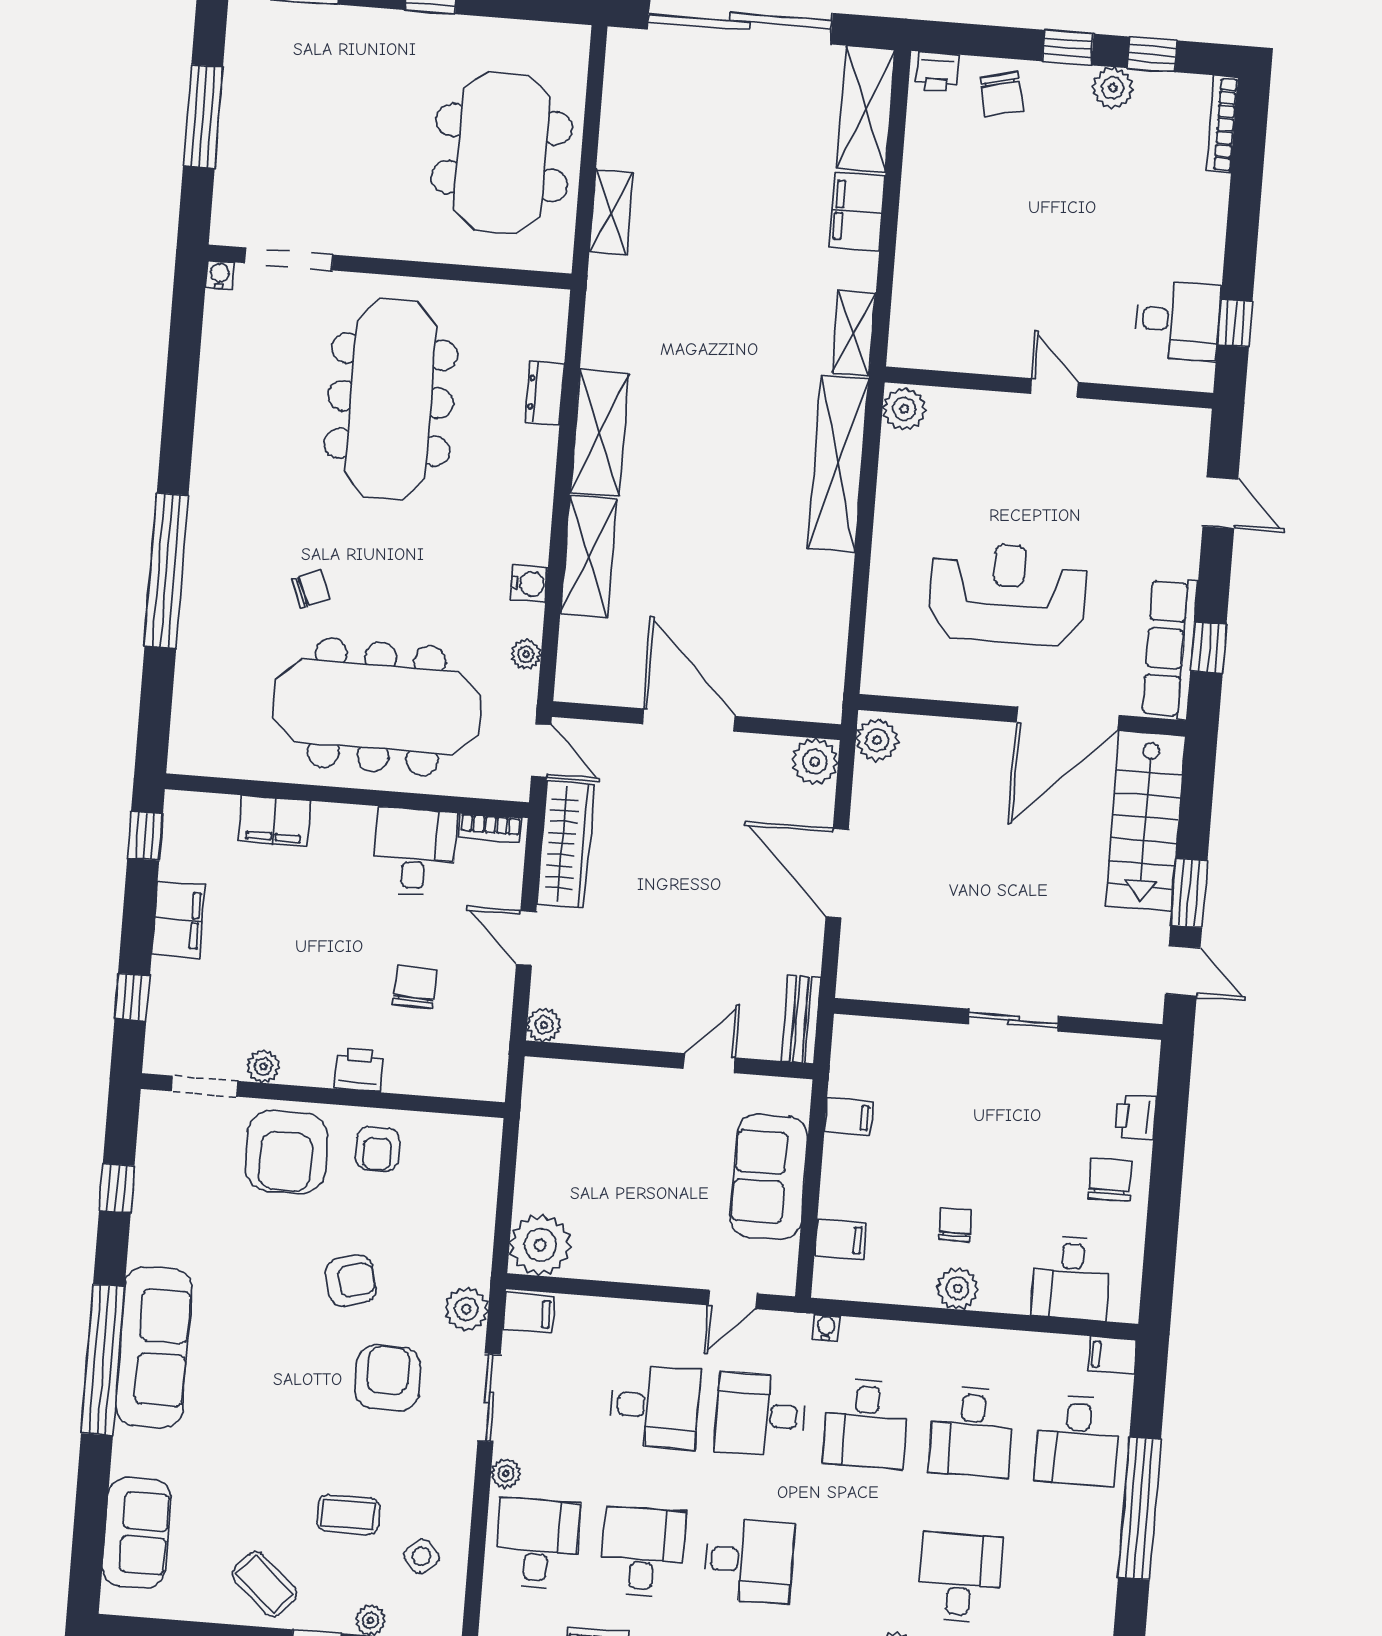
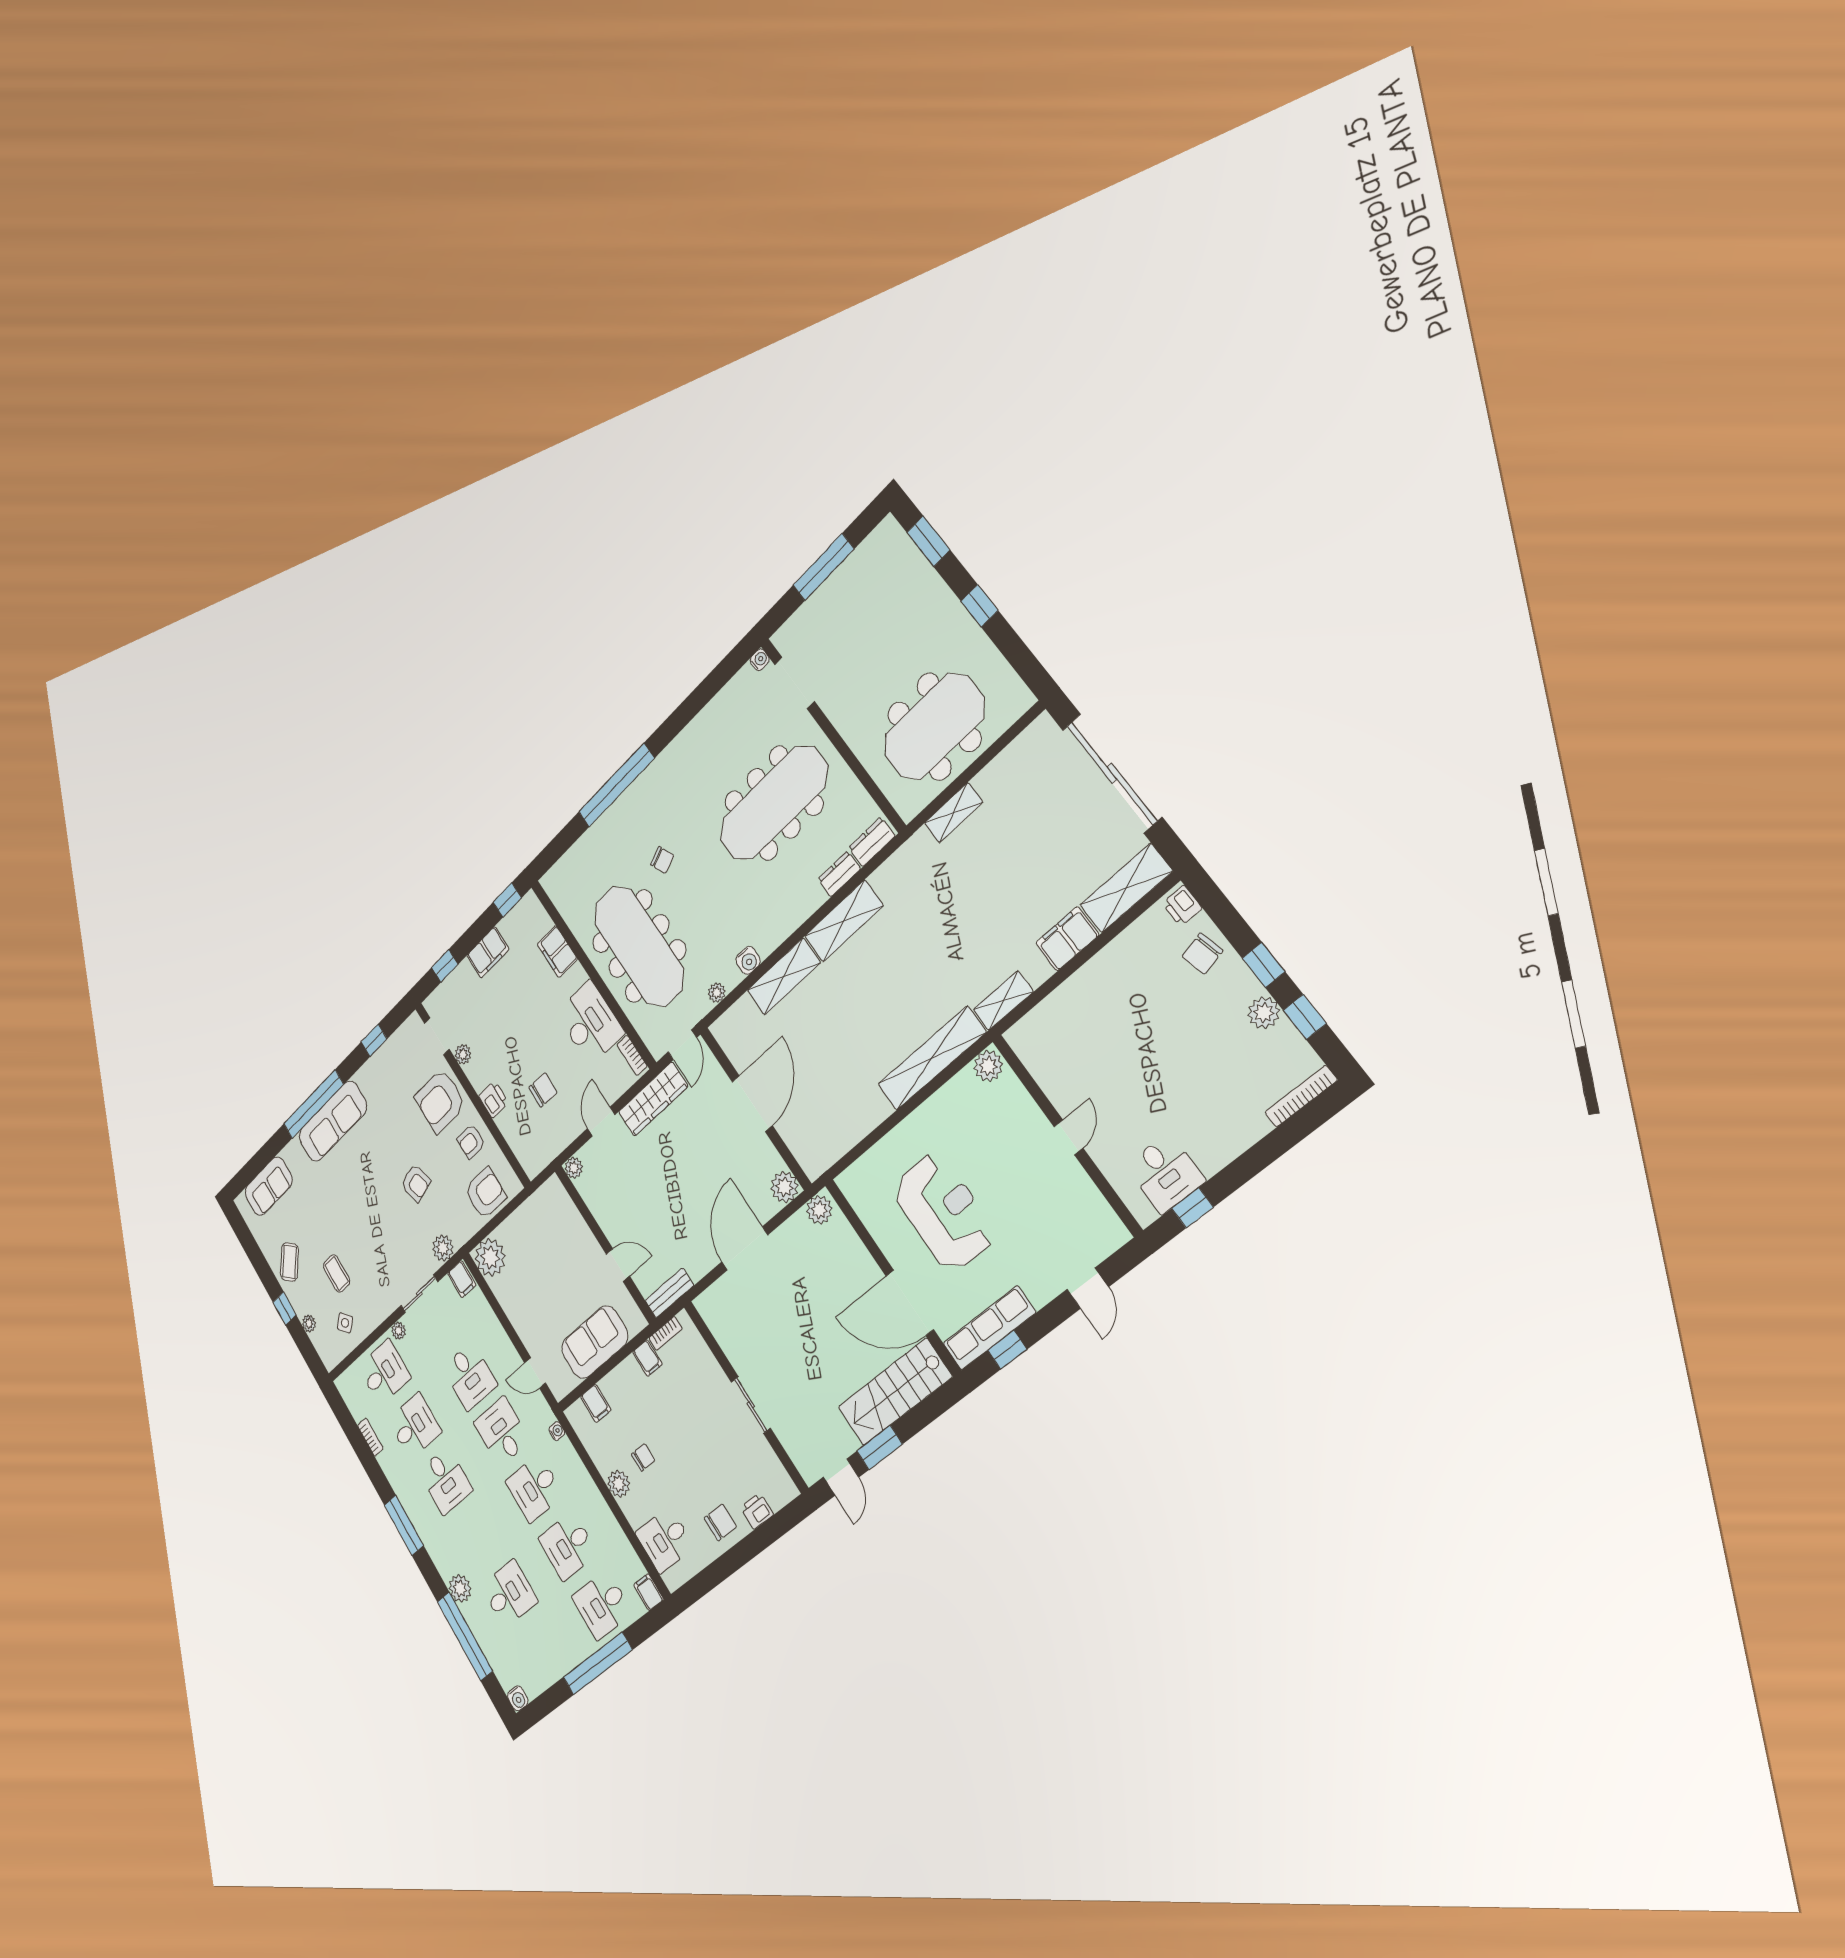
dresser: (549, 326) -> (872, 842), added
desk: (415, 852) -> (590, 1023), width x1.37
bookcase: (841, 1066) -> (665, 1333), added
armchair: (388, 1378) -> (485, 1193), moved

